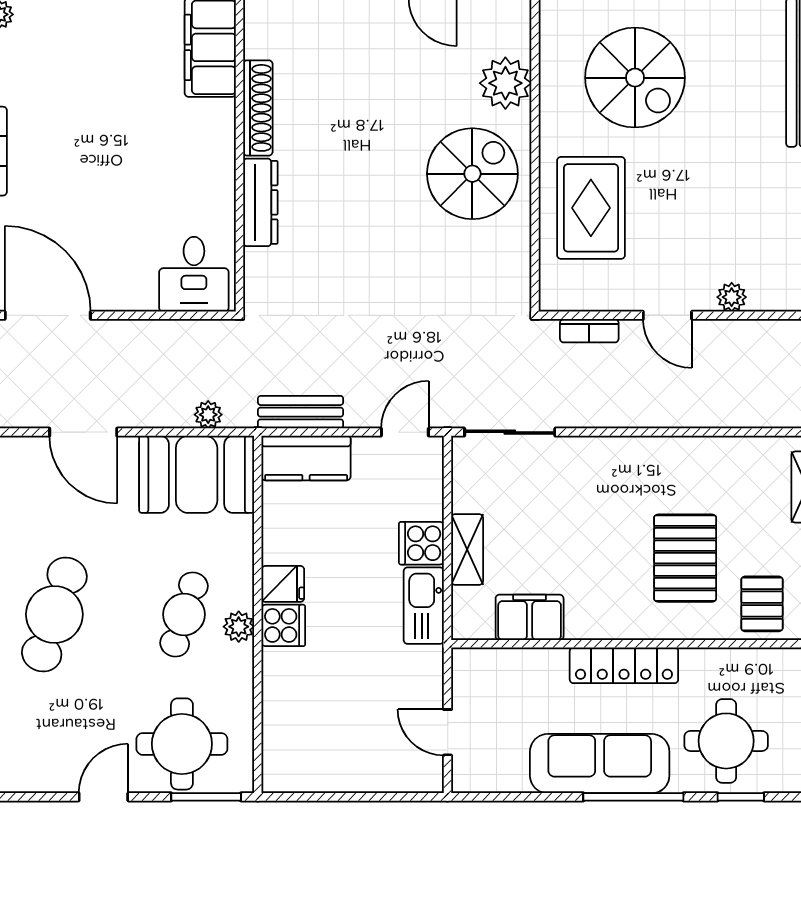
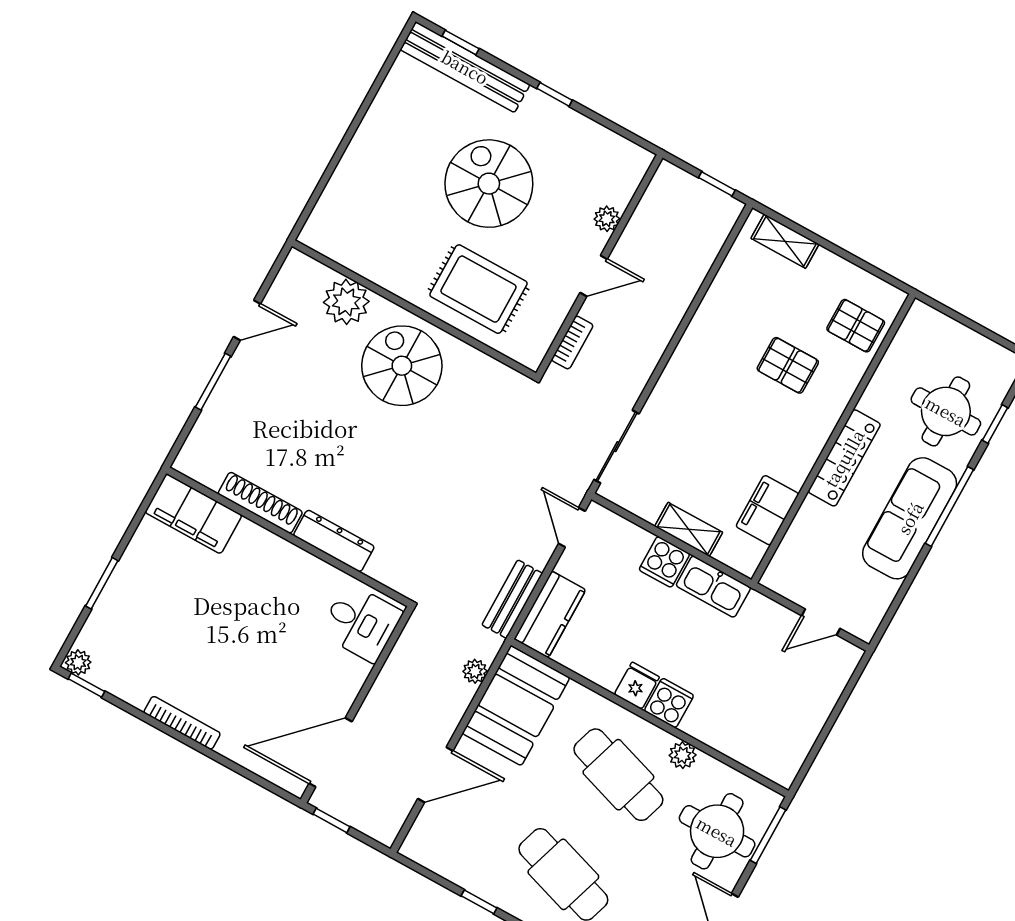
spiral stairs: (635, 78) -> (489, 184), moved, turned -90
pallet: (685, 558) -> (788, 365), width x0.67, depth x0.71
cafe table: (184, 614) -> (618, 775), width x1.37, depth x1.35
plant: (239, 627) -> (683, 755), moved

